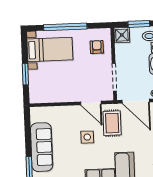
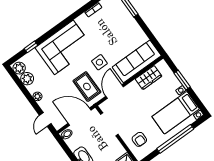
wardrobe: (53, 96) -> (149, 78), added
door: (91, 103) -> (115, 92), hinge flipped
sofa: (42, 147) -> (137, 61), moved, turned 90

